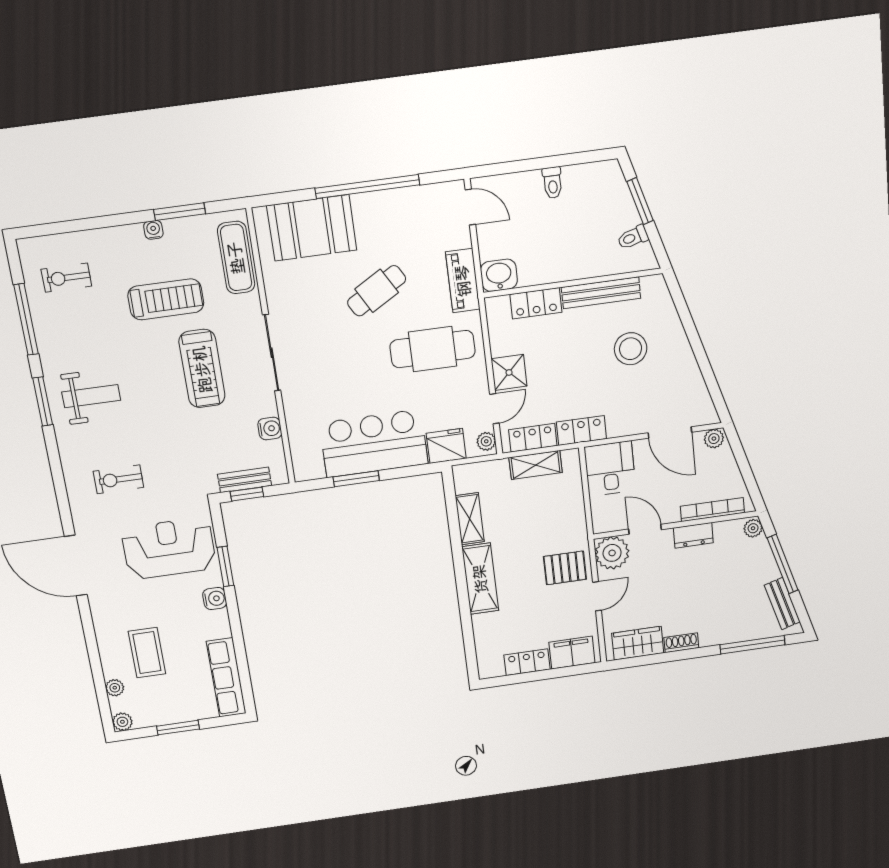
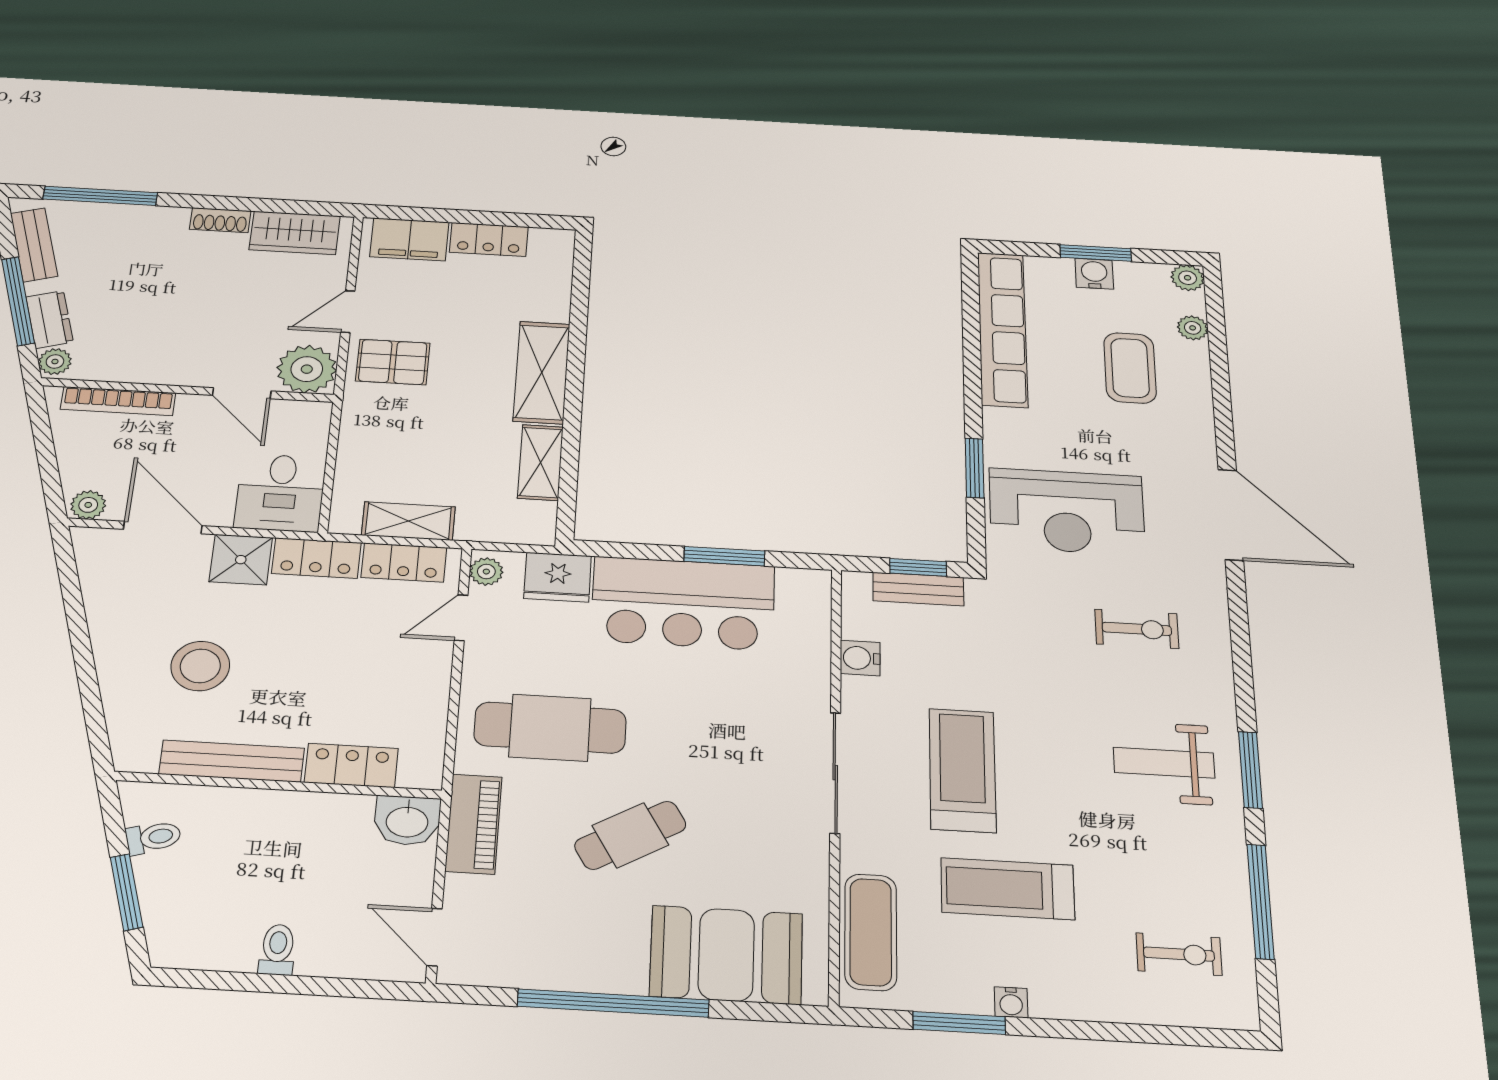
shower: (509, 372) -> (241, 560), moved
dresser: (693, 535) -> (50, 319), moved, turned 74
water cooler: (215, 599) -> (1094, 274), moved, turned 90
row of seats: (226, 677) -> (1003, 329), width x1.36

